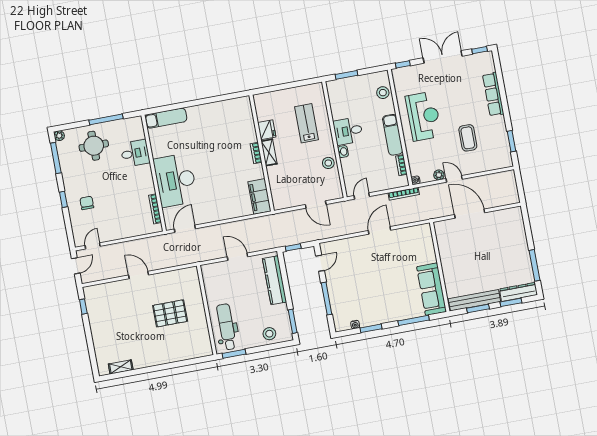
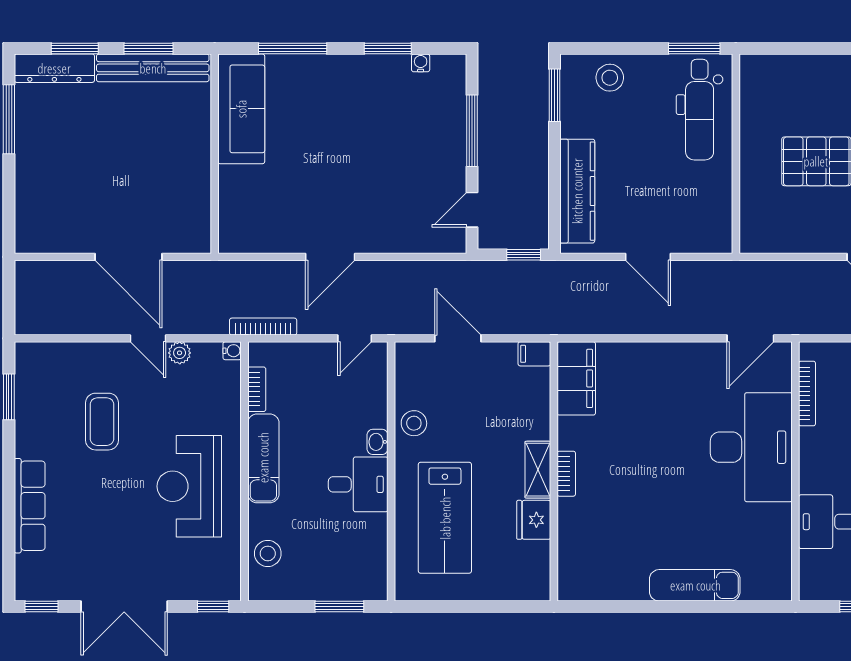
exam couch: (166, 118) -> (695, 585), moved
lab bench: (307, 123) -> (445, 518), width x1.36, depth x1.39
filing cabinet: (280, 204) -> (534, 354), added

